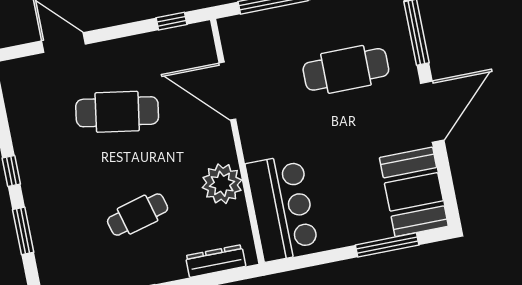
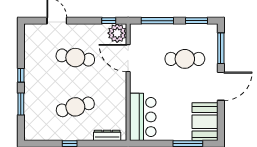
plant: (222, 184) -> (117, 33), moved
cafe table: (138, 215) -> (75, 107), width x1.37, depth x1.35

